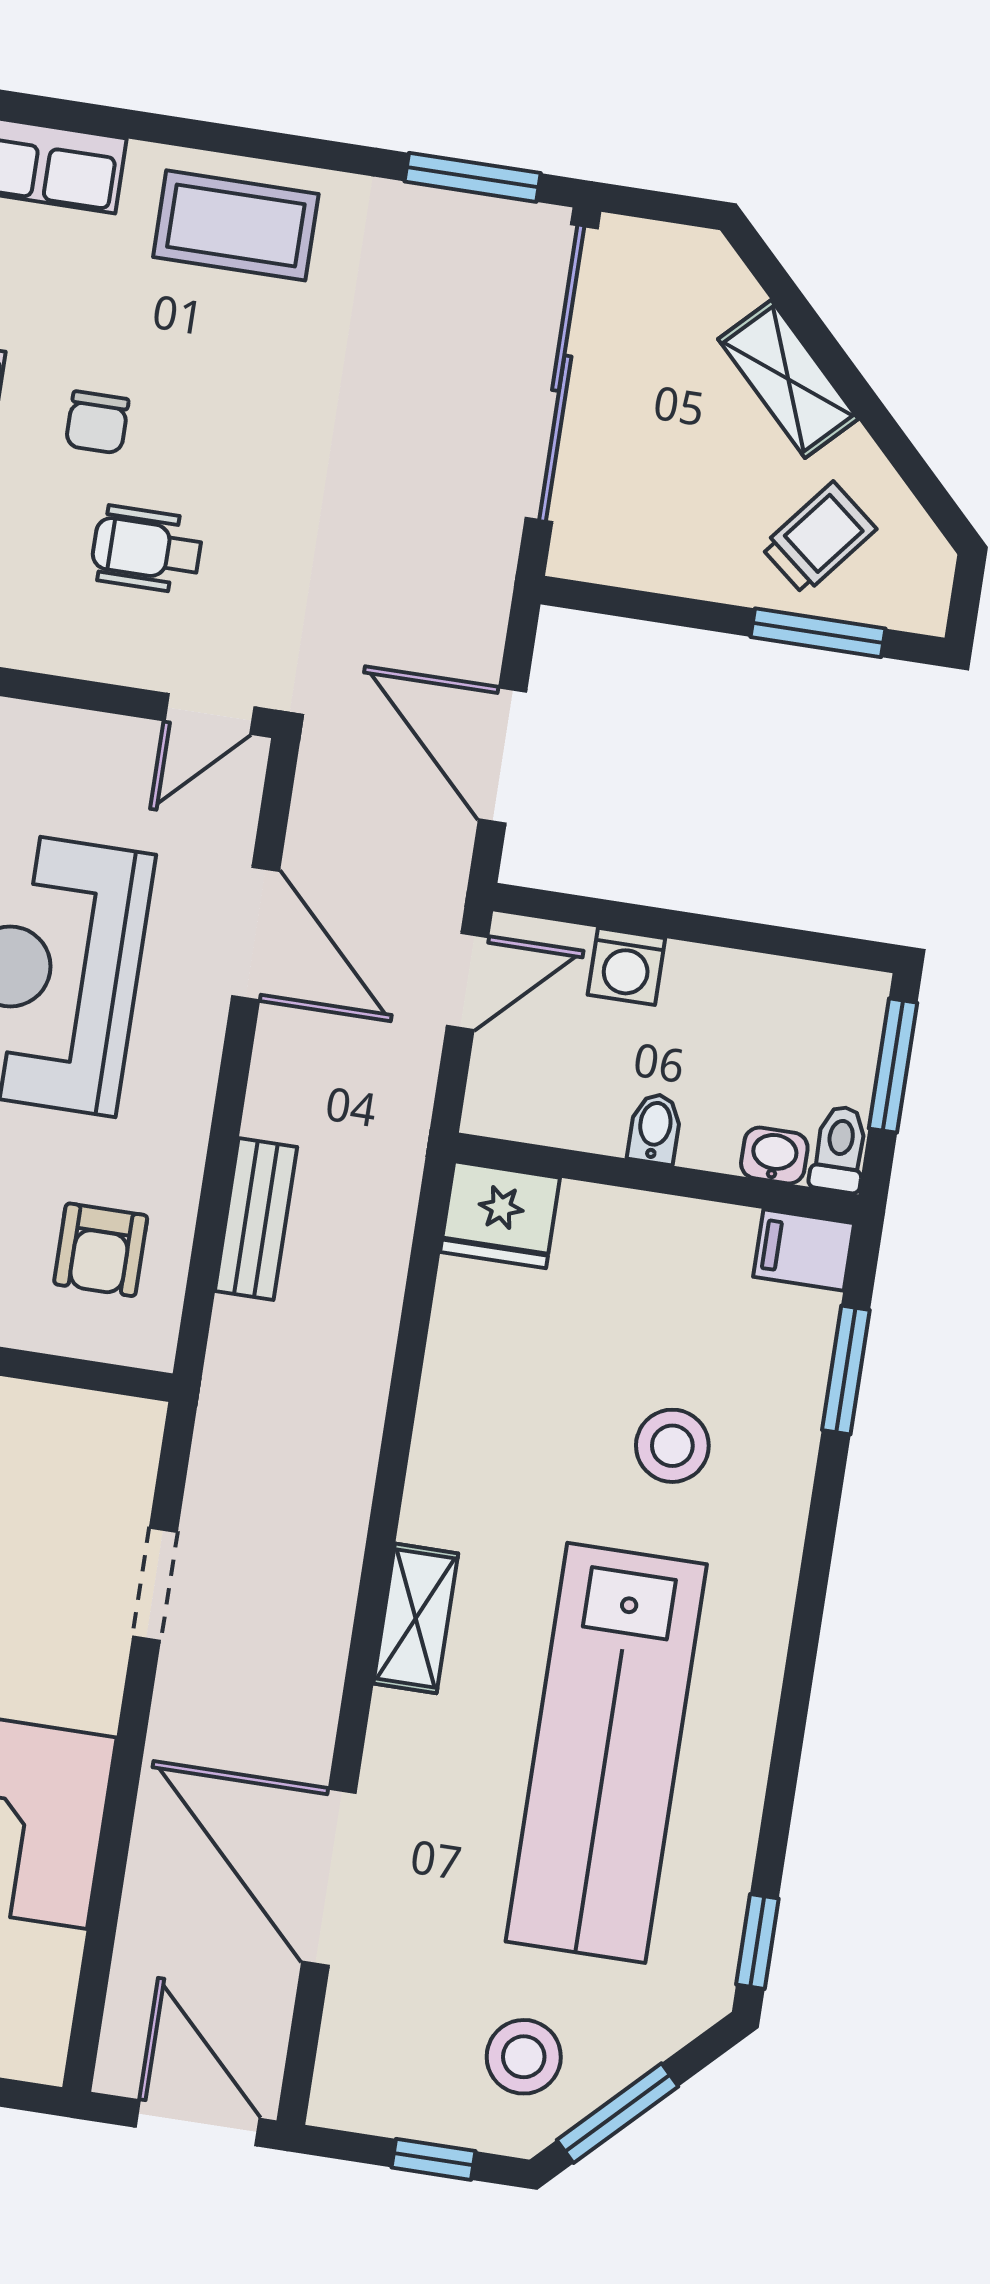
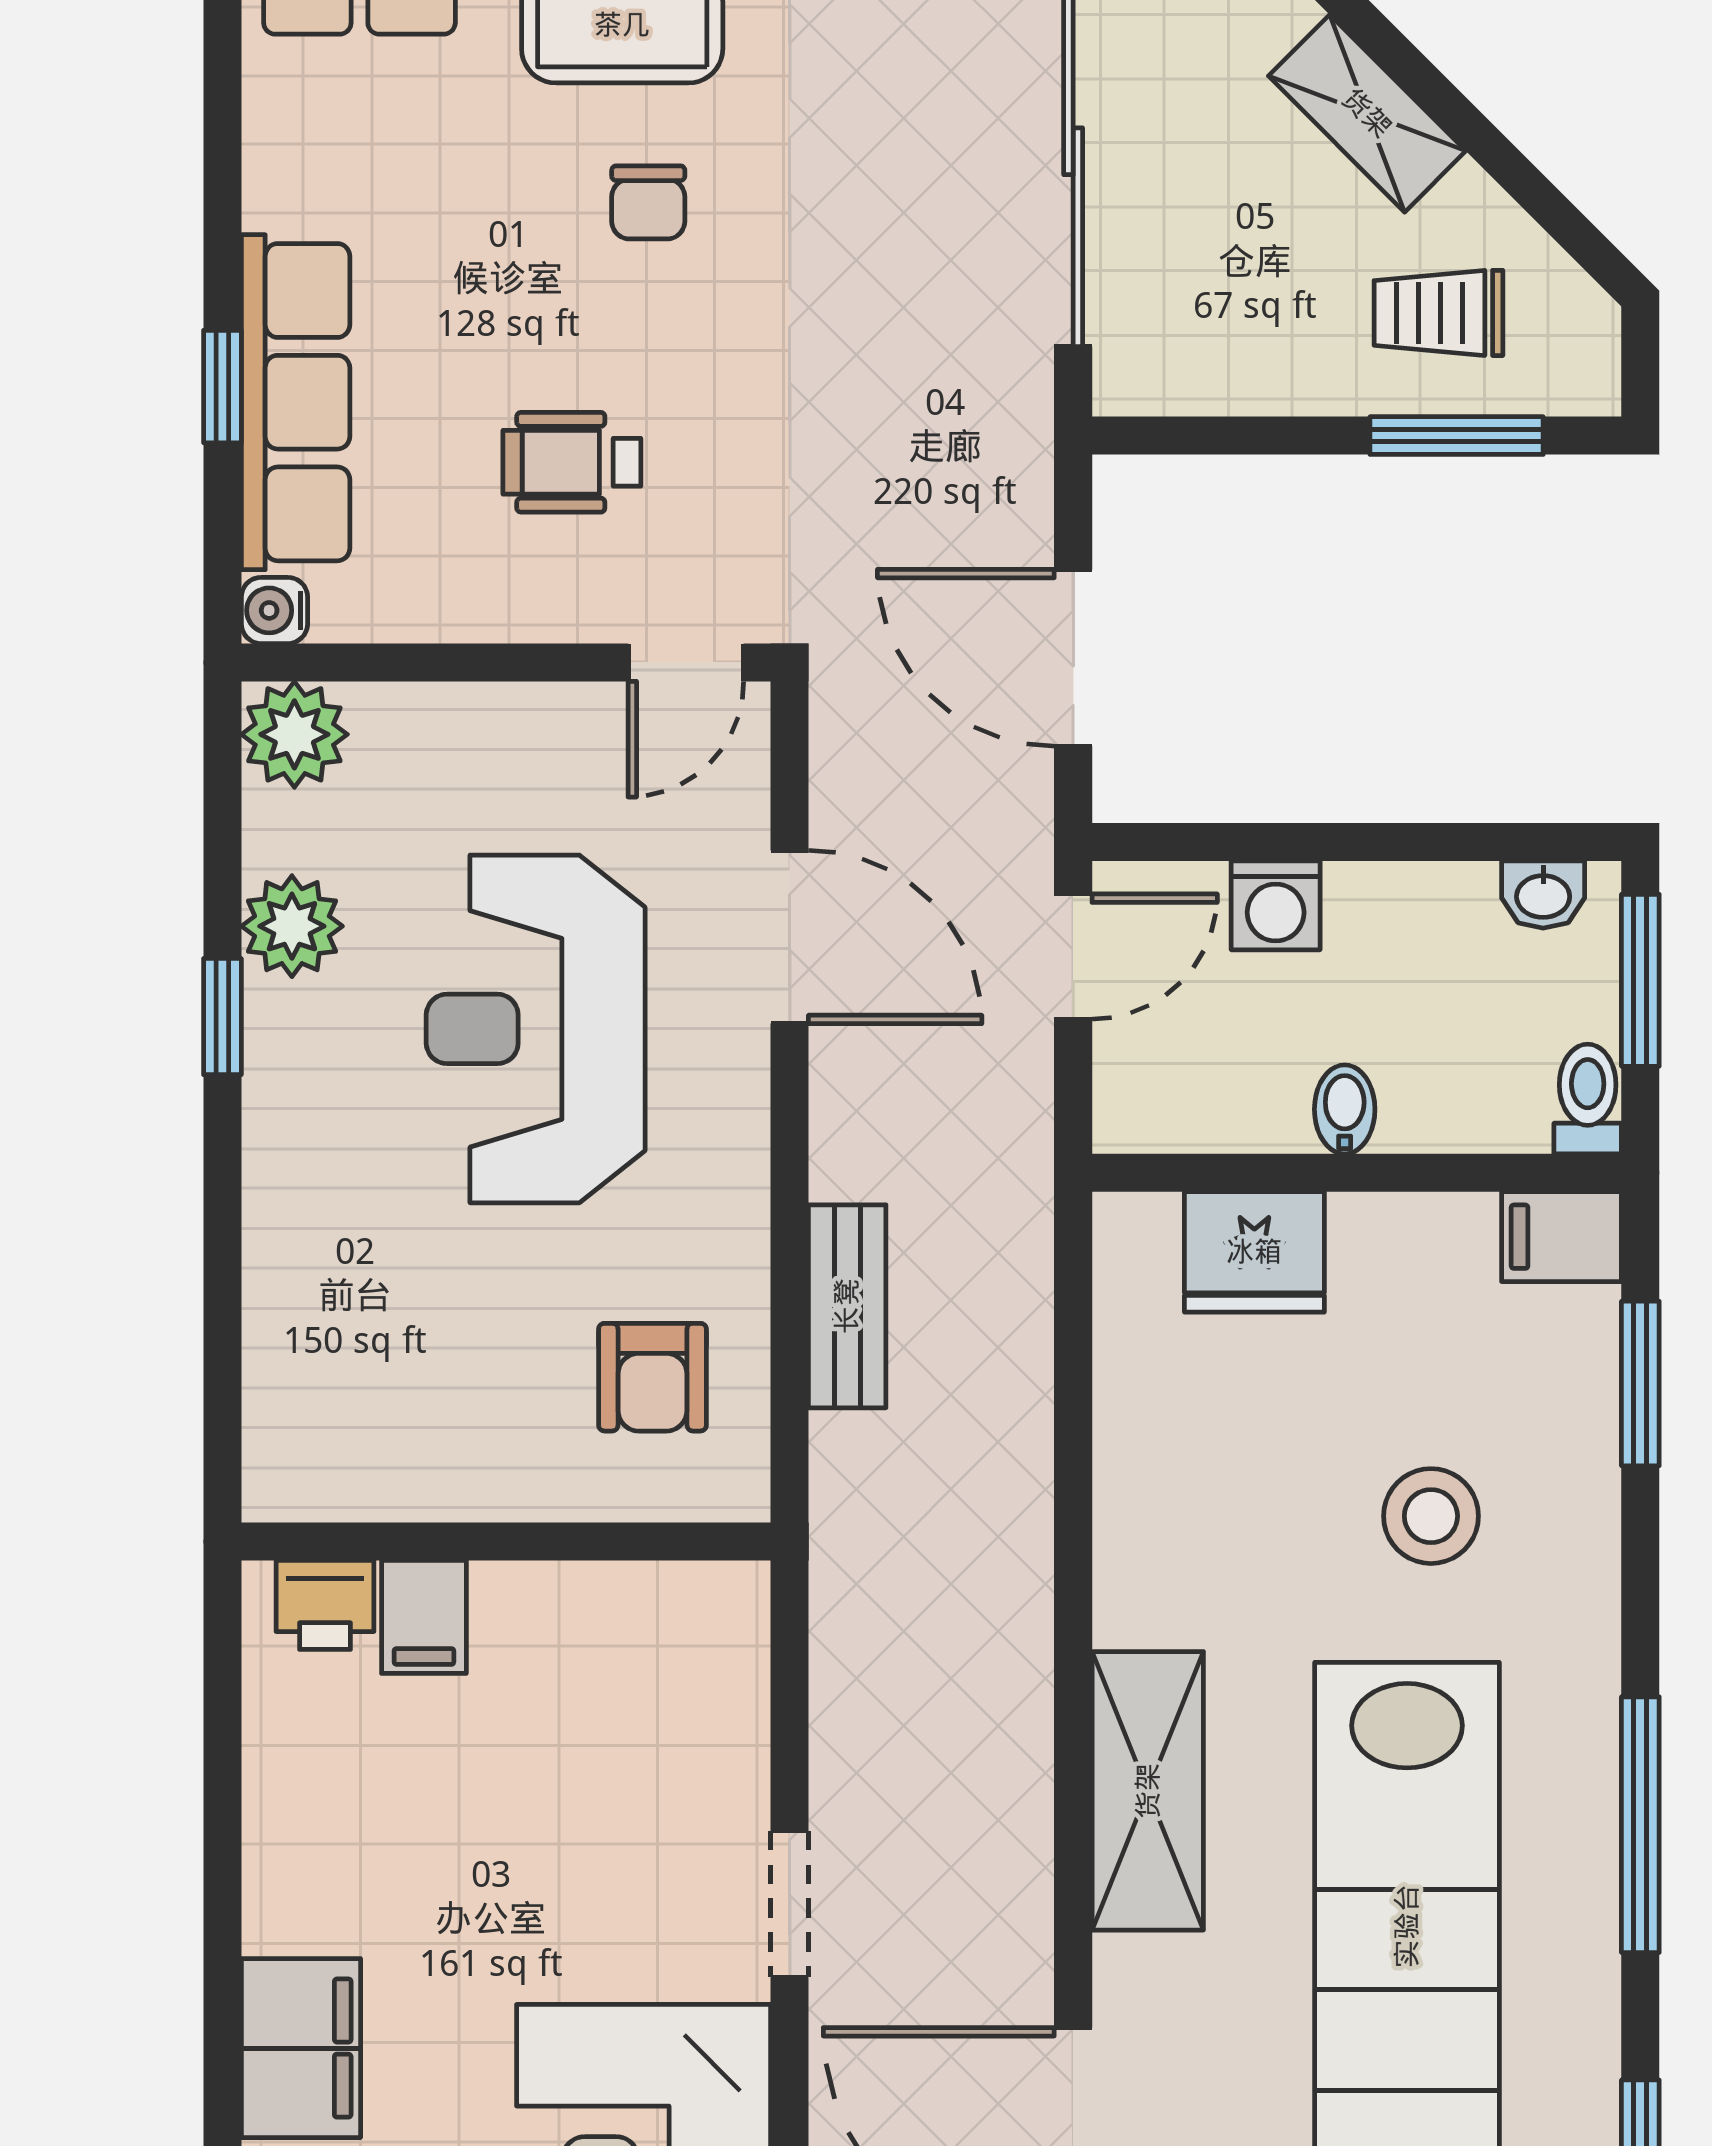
chair: (97, 422) -> (648, 202), moved
trolley: (819, 538) -> (1438, 313), turned -129
washbasin: (774, 1155) -> (1543, 895), moved, turned 180
fridge: (500, 1215) -> (1254, 1252), moved
doorway: (155, 1584) -> (790, 1904), moved
shelving: (416, 1618) -> (1148, 1791), width x1.50, depth x1.33
window: (794, 1703) -> (1640, 1825), added

